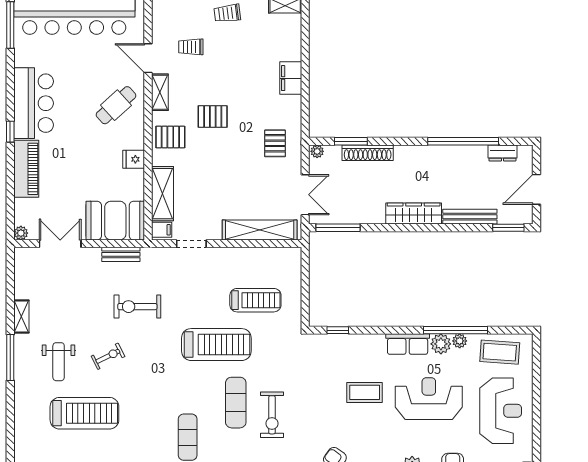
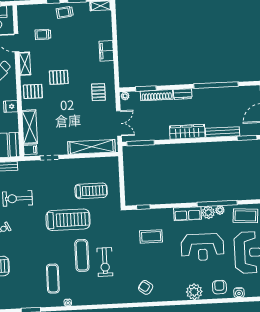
dresser: (502, 153) -> (183, 94), moved
coffee table: (365, 392) -> (151, 236), moved
reception desk: (429, 399) -> (202, 247), turned 180

